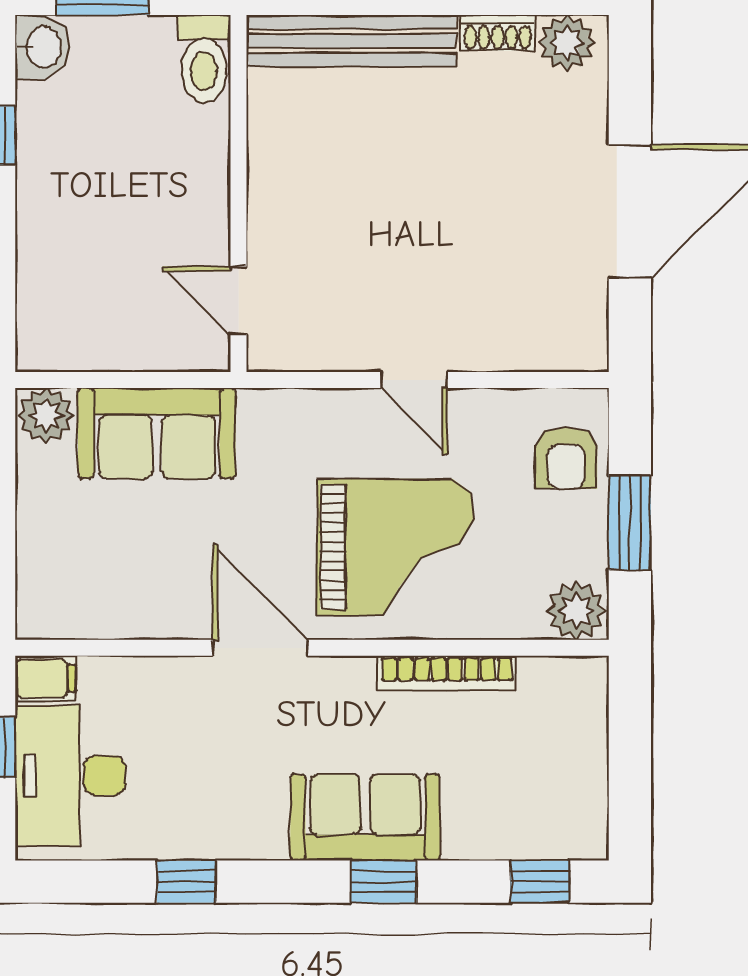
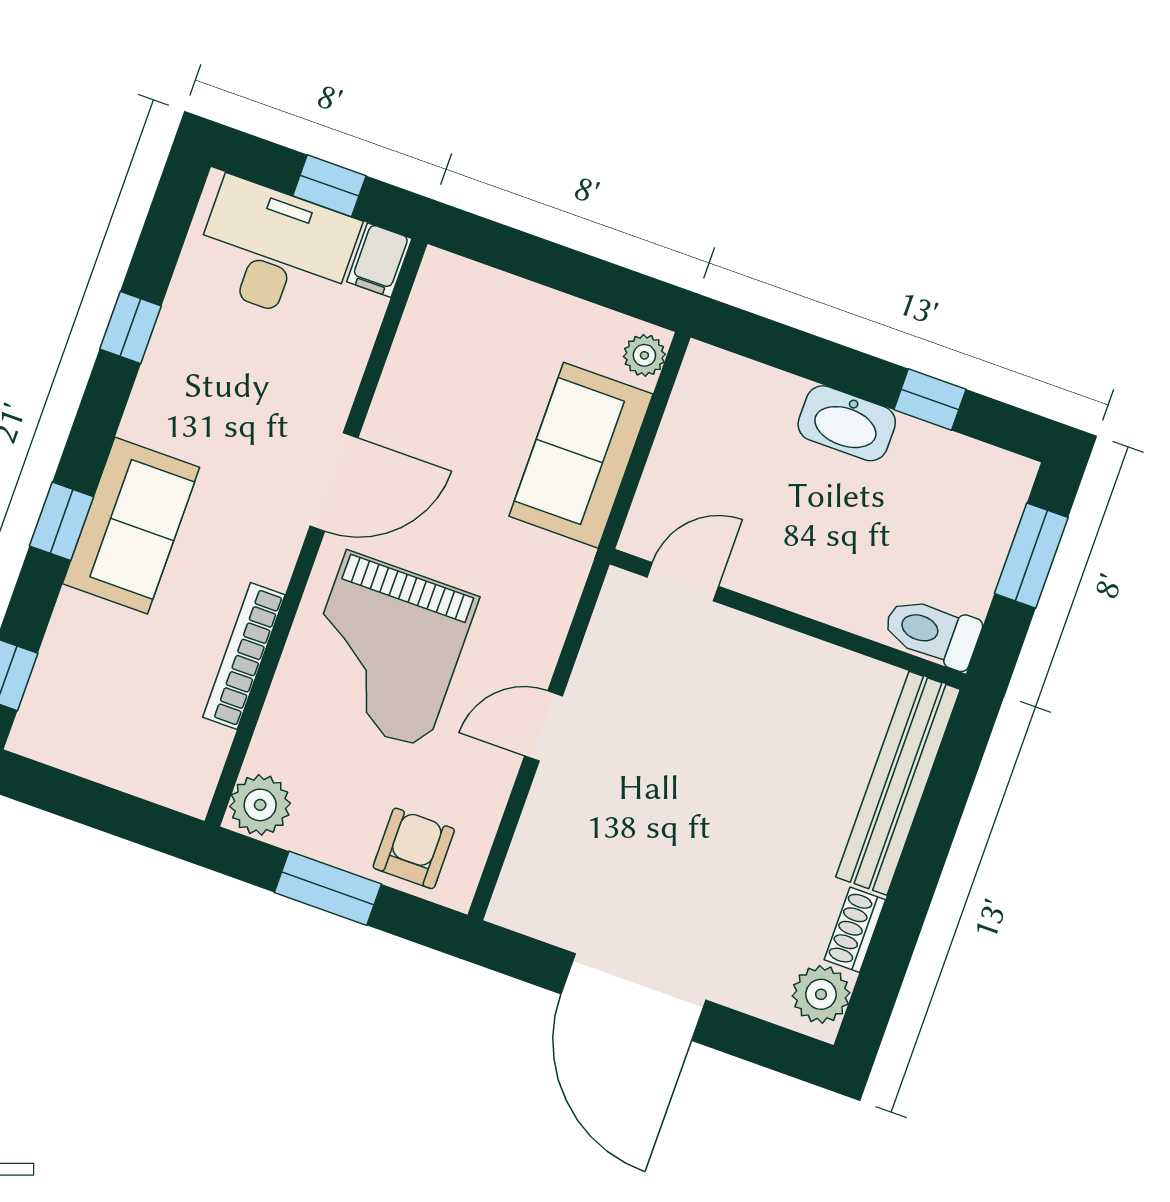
washbasin: (42, 47) -> (847, 423), moved, width x1.38
plant: (46, 416) -> (644, 355), width x0.73, depth x0.73
armchair: (566, 458) -> (414, 848), turned 90

